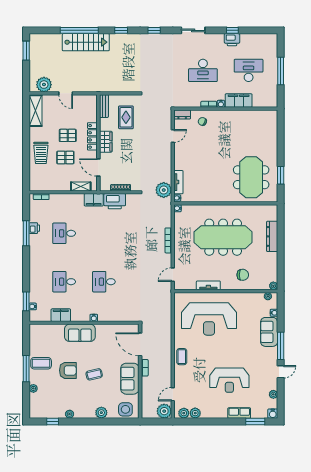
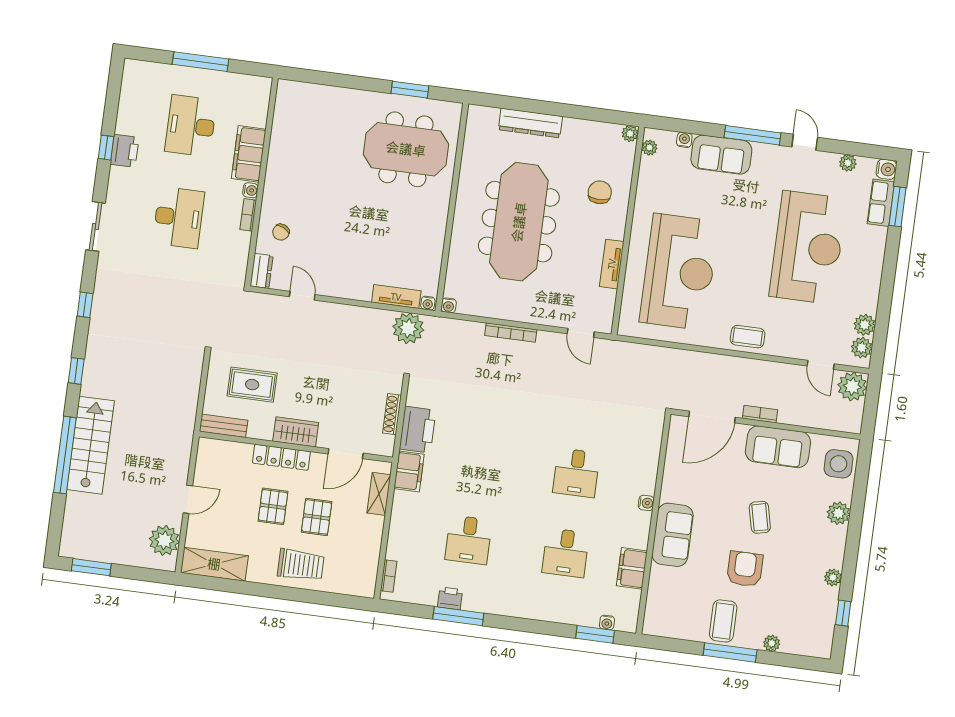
reception desk: (229, 380) -> (808, 247), width x1.36, depth x1.30
row of seats: (239, 413) -> (881, 203), moved

